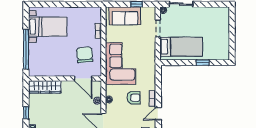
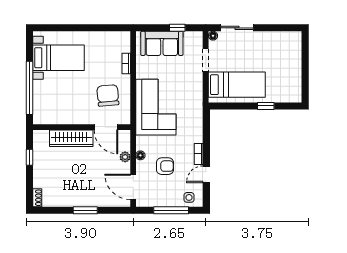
wardrobe: (45, 87) -> (71, 138), moved
armchair: (133, 98) -> (165, 166), moved
window: (26, 113) -> (30, 157), moved

